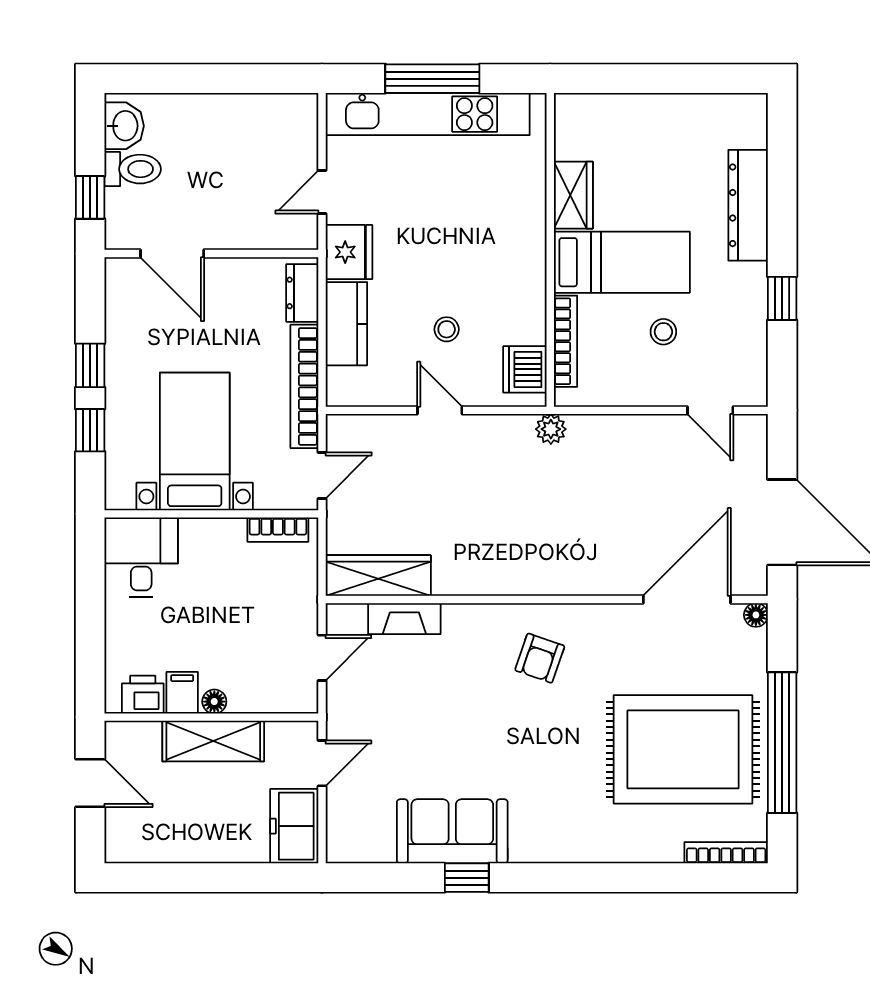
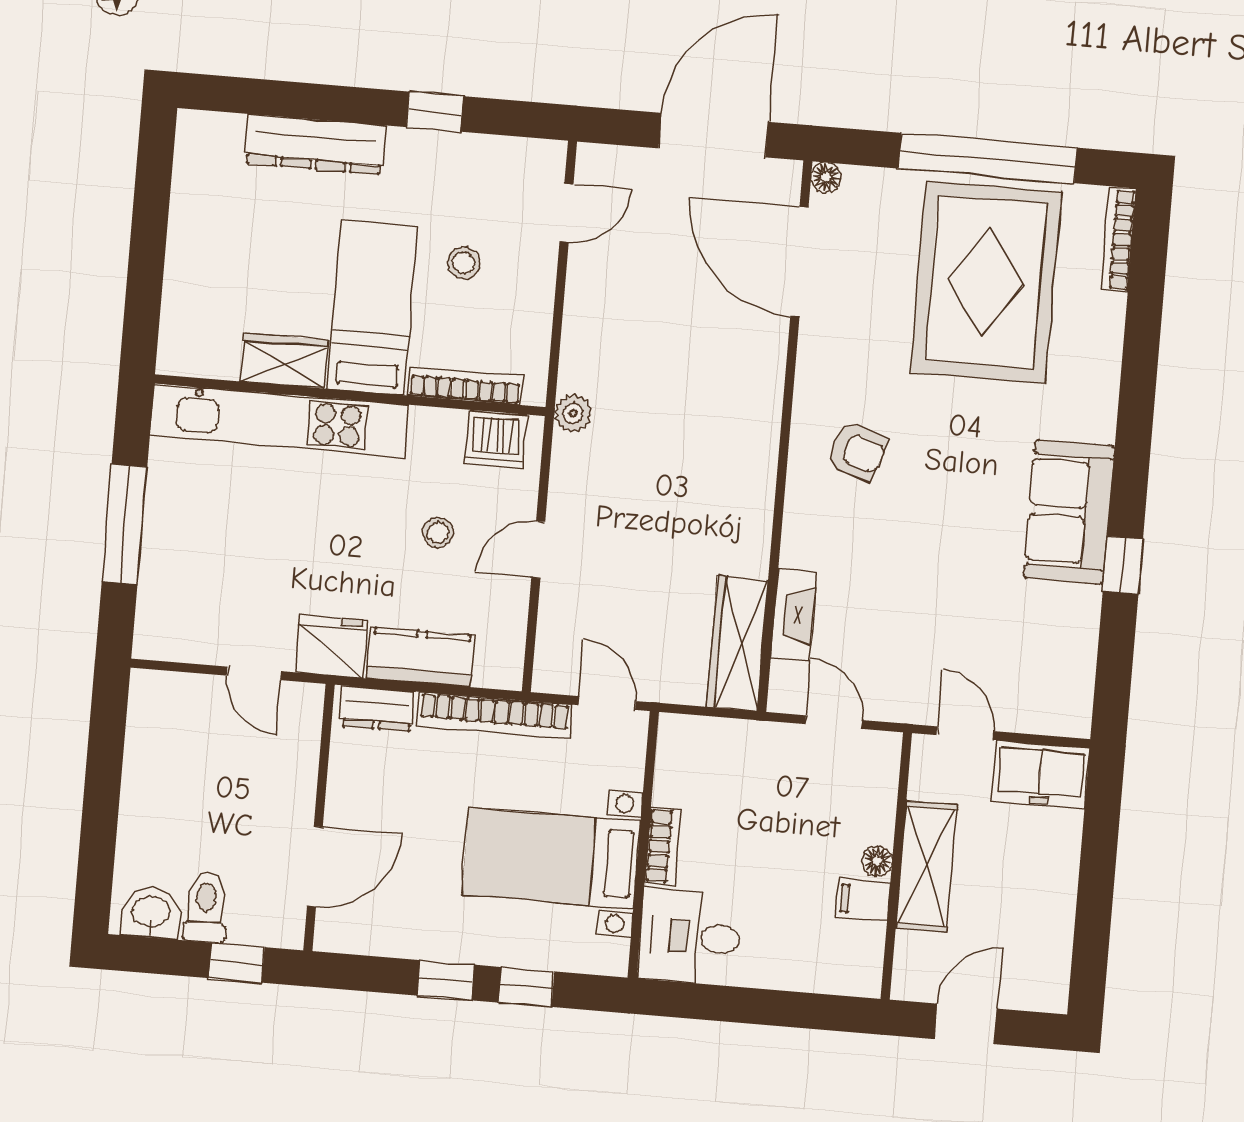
kitchen unit: (428, 114) -> (279, 420), moved, turned 90
bookcase: (278, 530) -> (663, 847), moved
printer: (143, 695) -> (861, 949), removed
sofa: (452, 831) -> (1069, 512), moved

